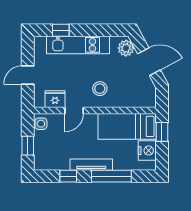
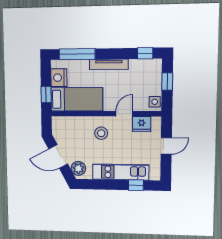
window: (68, 176) -> (145, 53), moved
window: (111, 176) -> (77, 54), moved

